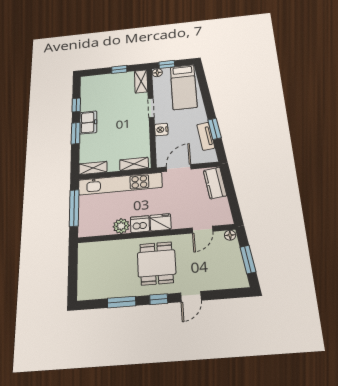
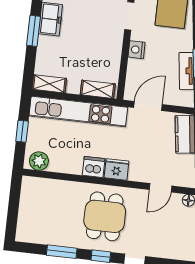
window: (74, 208) -> (22, 131), width x0.46
plant: (121, 226) -> (39, 161), moved

